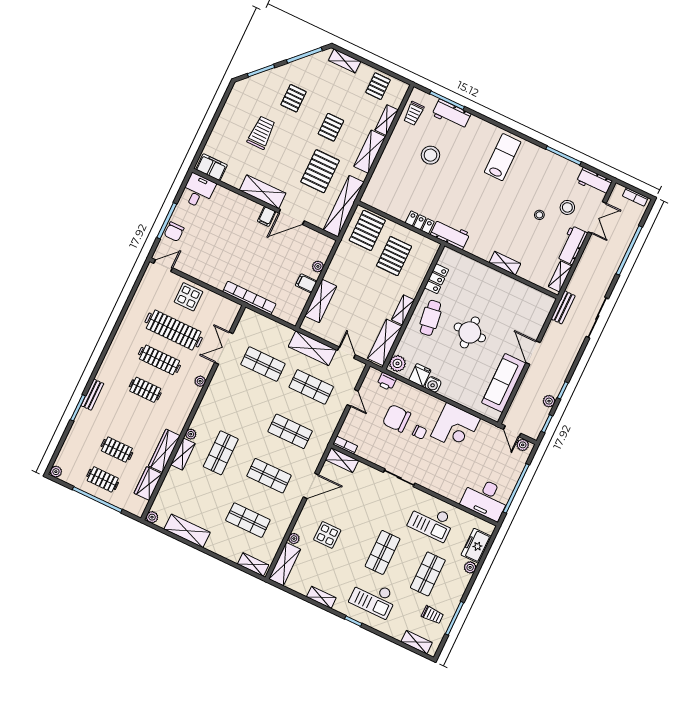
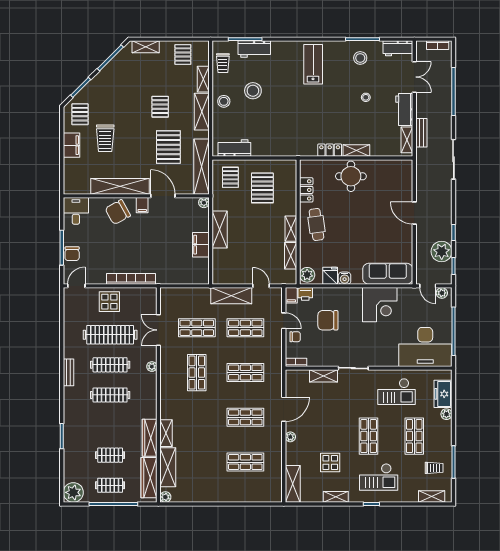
pallet: (294, 98) -> (80, 114), moved
trolley: (261, 133) -> (105, 138), turned 180
stool: (397, 152) -> (224, 101), added
filing cabinet: (212, 167) -> (71, 145), moved, turned 90
shelving: (263, 192) -> (120, 186), width x1.47
stool: (567, 207) -> (360, 58), moved
chair: (239, 212) -> (118, 212), added
door: (291, 217) -> (163, 196), swing flipped
locker: (420, 222) -> (330, 150), moved
pallet: (367, 230) -> (230, 177), width x0.67, depth x0.71
workbench: (450, 234) -> (234, 148), moved
plant: (318, 266) -> (204, 203), moved
filing cabinet: (306, 283) -> (201, 245), width x2.00
bookcase: (249, 298) -> (131, 279), moved
shelving: (321, 301) -> (220, 229), moved
bench: (563, 307) -> (421, 133), moved
round table: (470, 332) -> (351, 176), moved
shelving: (385, 342) -> (291, 256), width x0.67, depth x0.75
filing cabinet: (372, 376) -> (291, 295), added
sofa: (504, 383) -> (388, 274), moved, turned 90
clothes rail: (145, 390) -> (110, 395), width x1.36
bench: (92, 395) -> (69, 372), moved
plant: (549, 401) -> (442, 251), width x1.88, depth x1.88
chair: (420, 432) -> (295, 337), moved
plant: (191, 434) -> (165, 414), removed
shop shelf: (221, 453) -> (197, 373), moved
shelving: (342, 460) -> (323, 376), moved
plant: (56, 472) -> (73, 492), width x1.87, depth x1.87
wardrobe: (148, 484) -> (149, 478), width x1.50
desk: (486, 498) -> (425, 347), width x1.36, depth x1.30
shelving: (187, 531) -> (168, 467), moved, turned 90
display table: (327, 535) -> (330, 463), moved
plant: (294, 539) -> (290, 437), moved
shelving: (253, 564) -> (267, 496), removed

